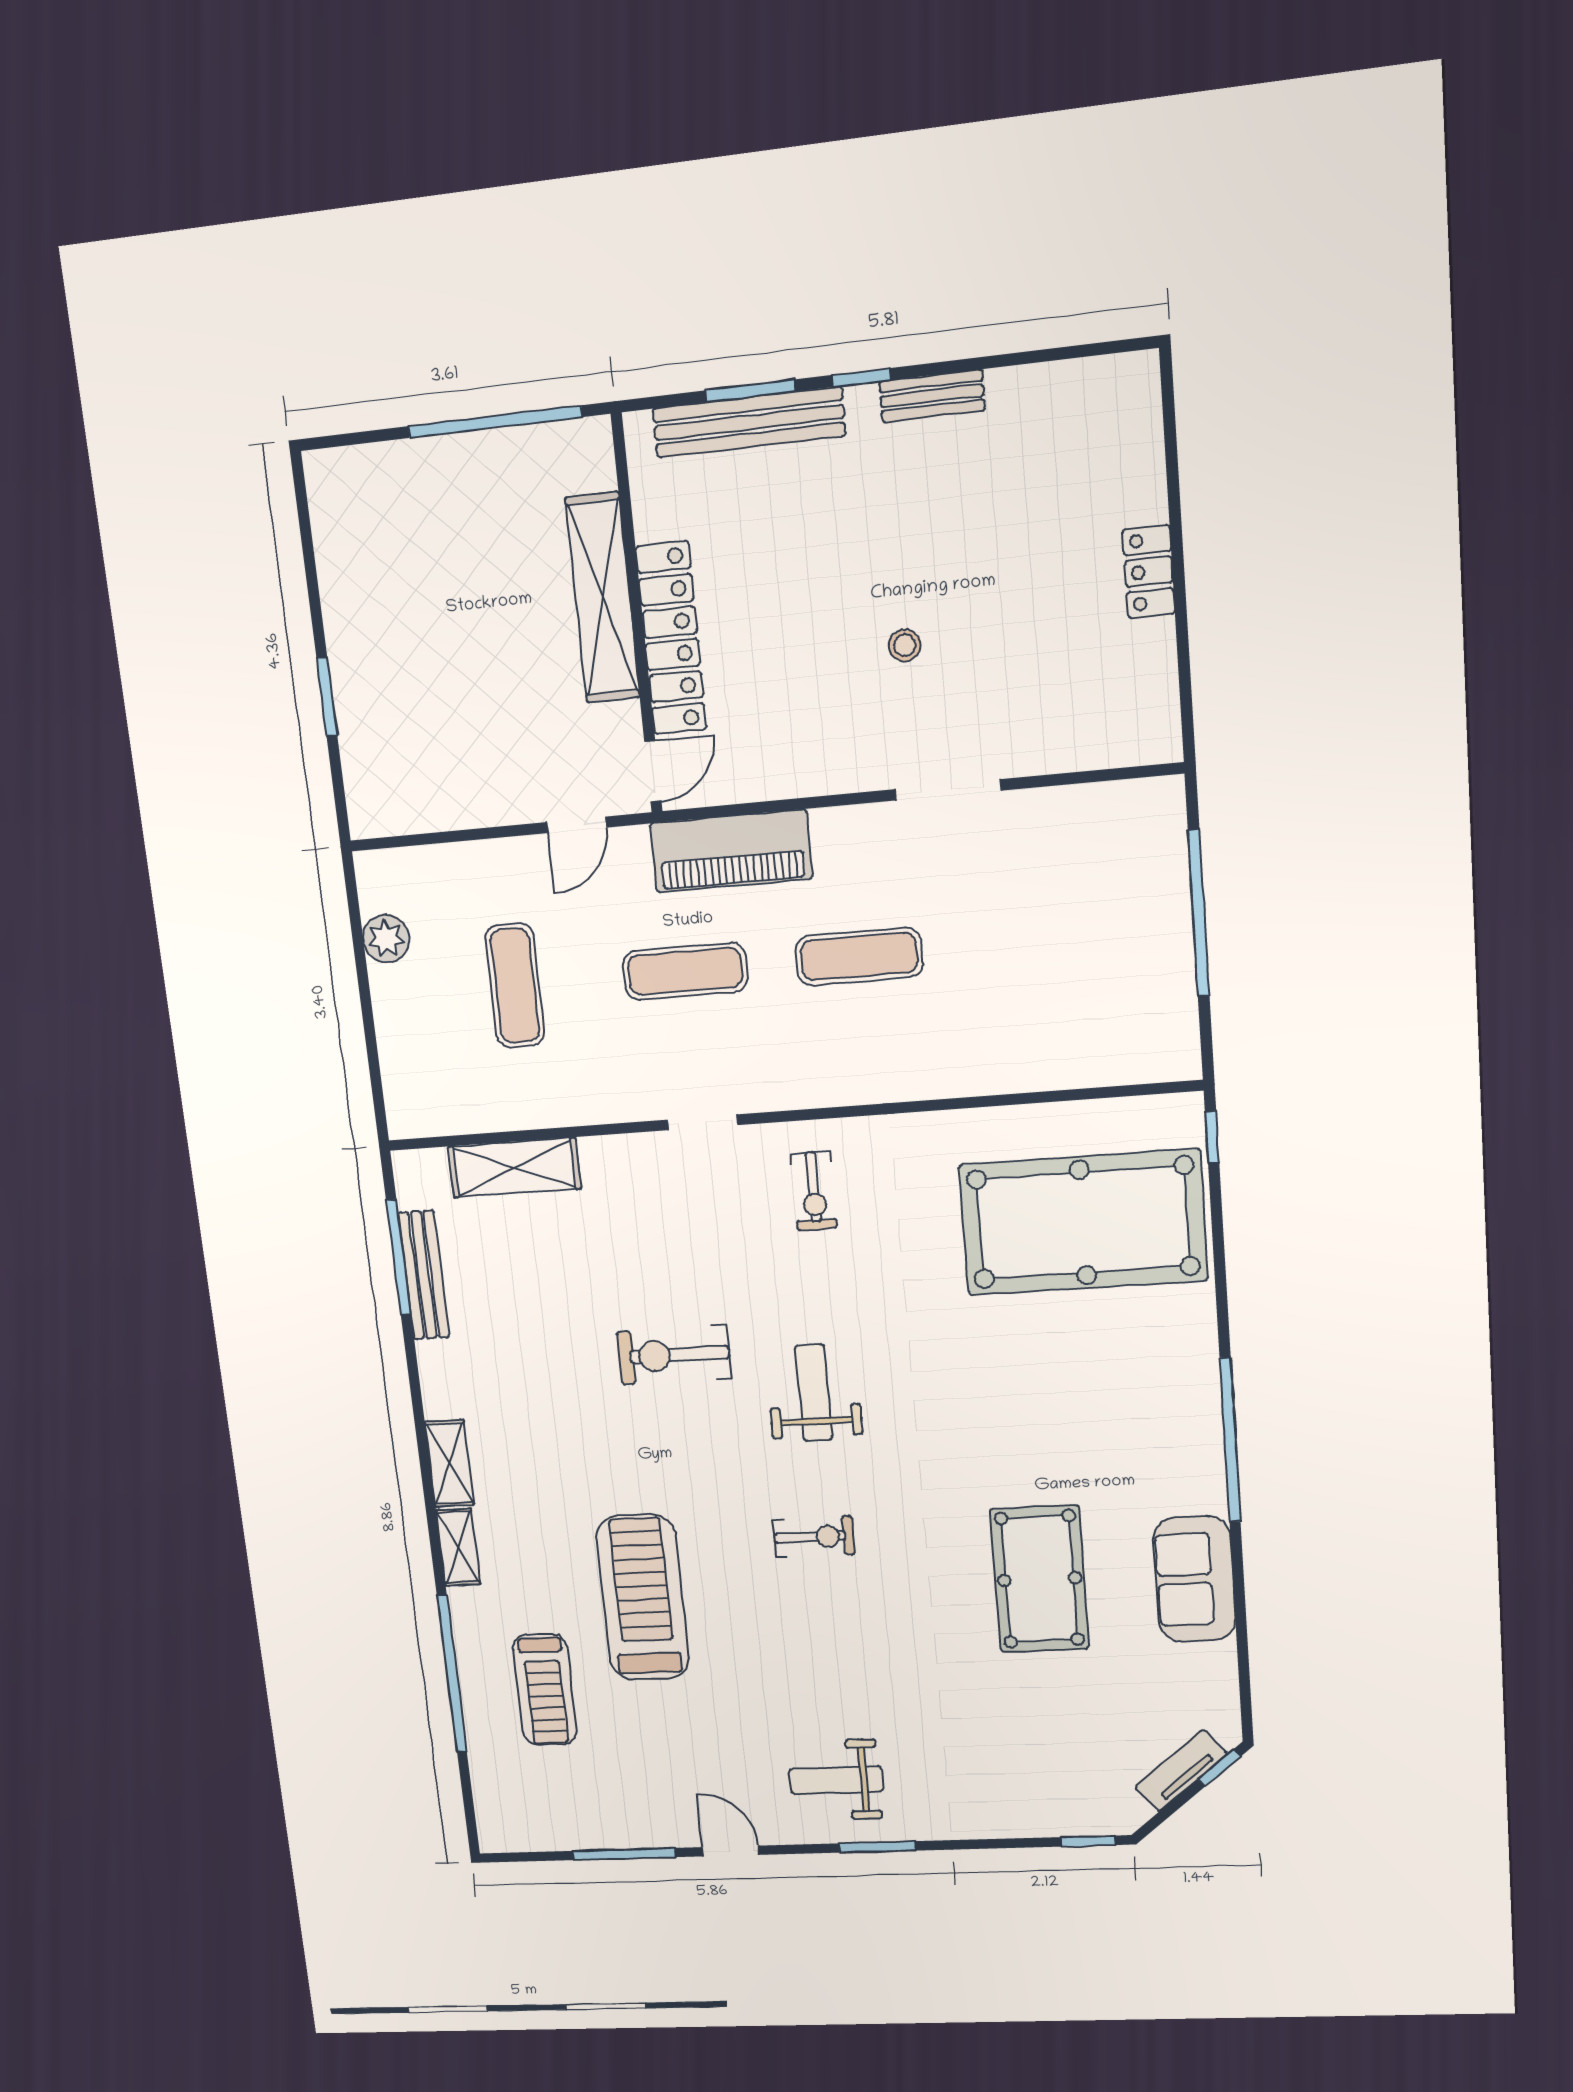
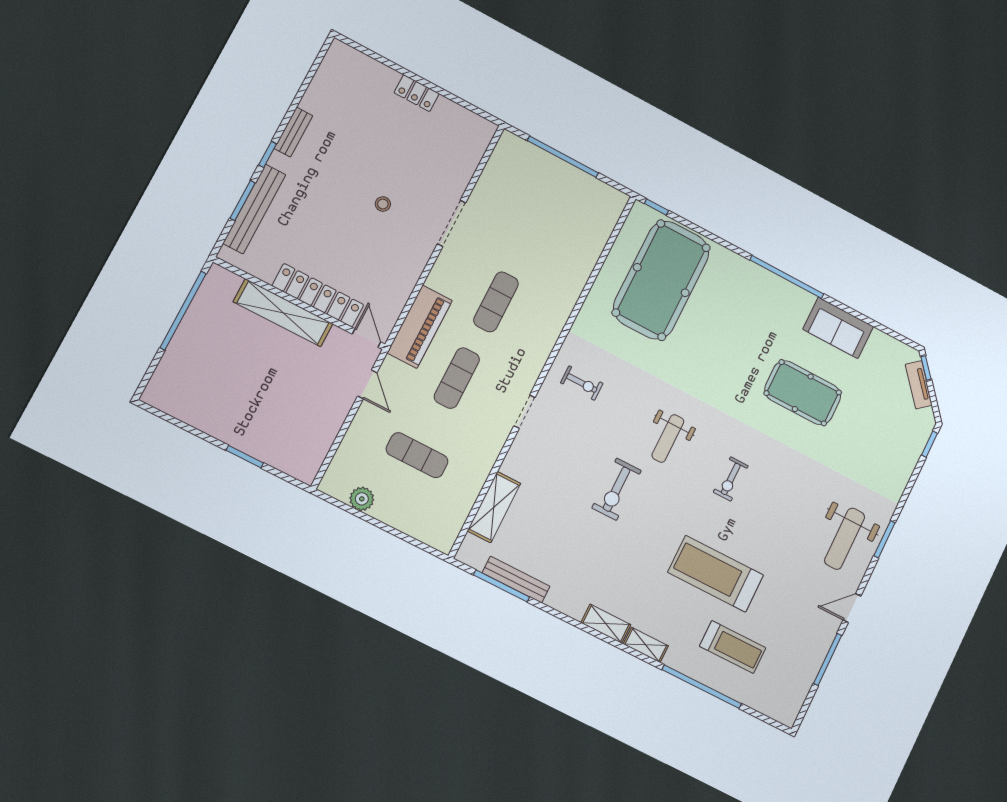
weight bench: (814, 1393) -> (668, 438), turned -90
exercise bike: (814, 1537) -> (731, 479), turned 180
weight bench: (836, 1780) -> (845, 539), width x1.36, depth x1.33

